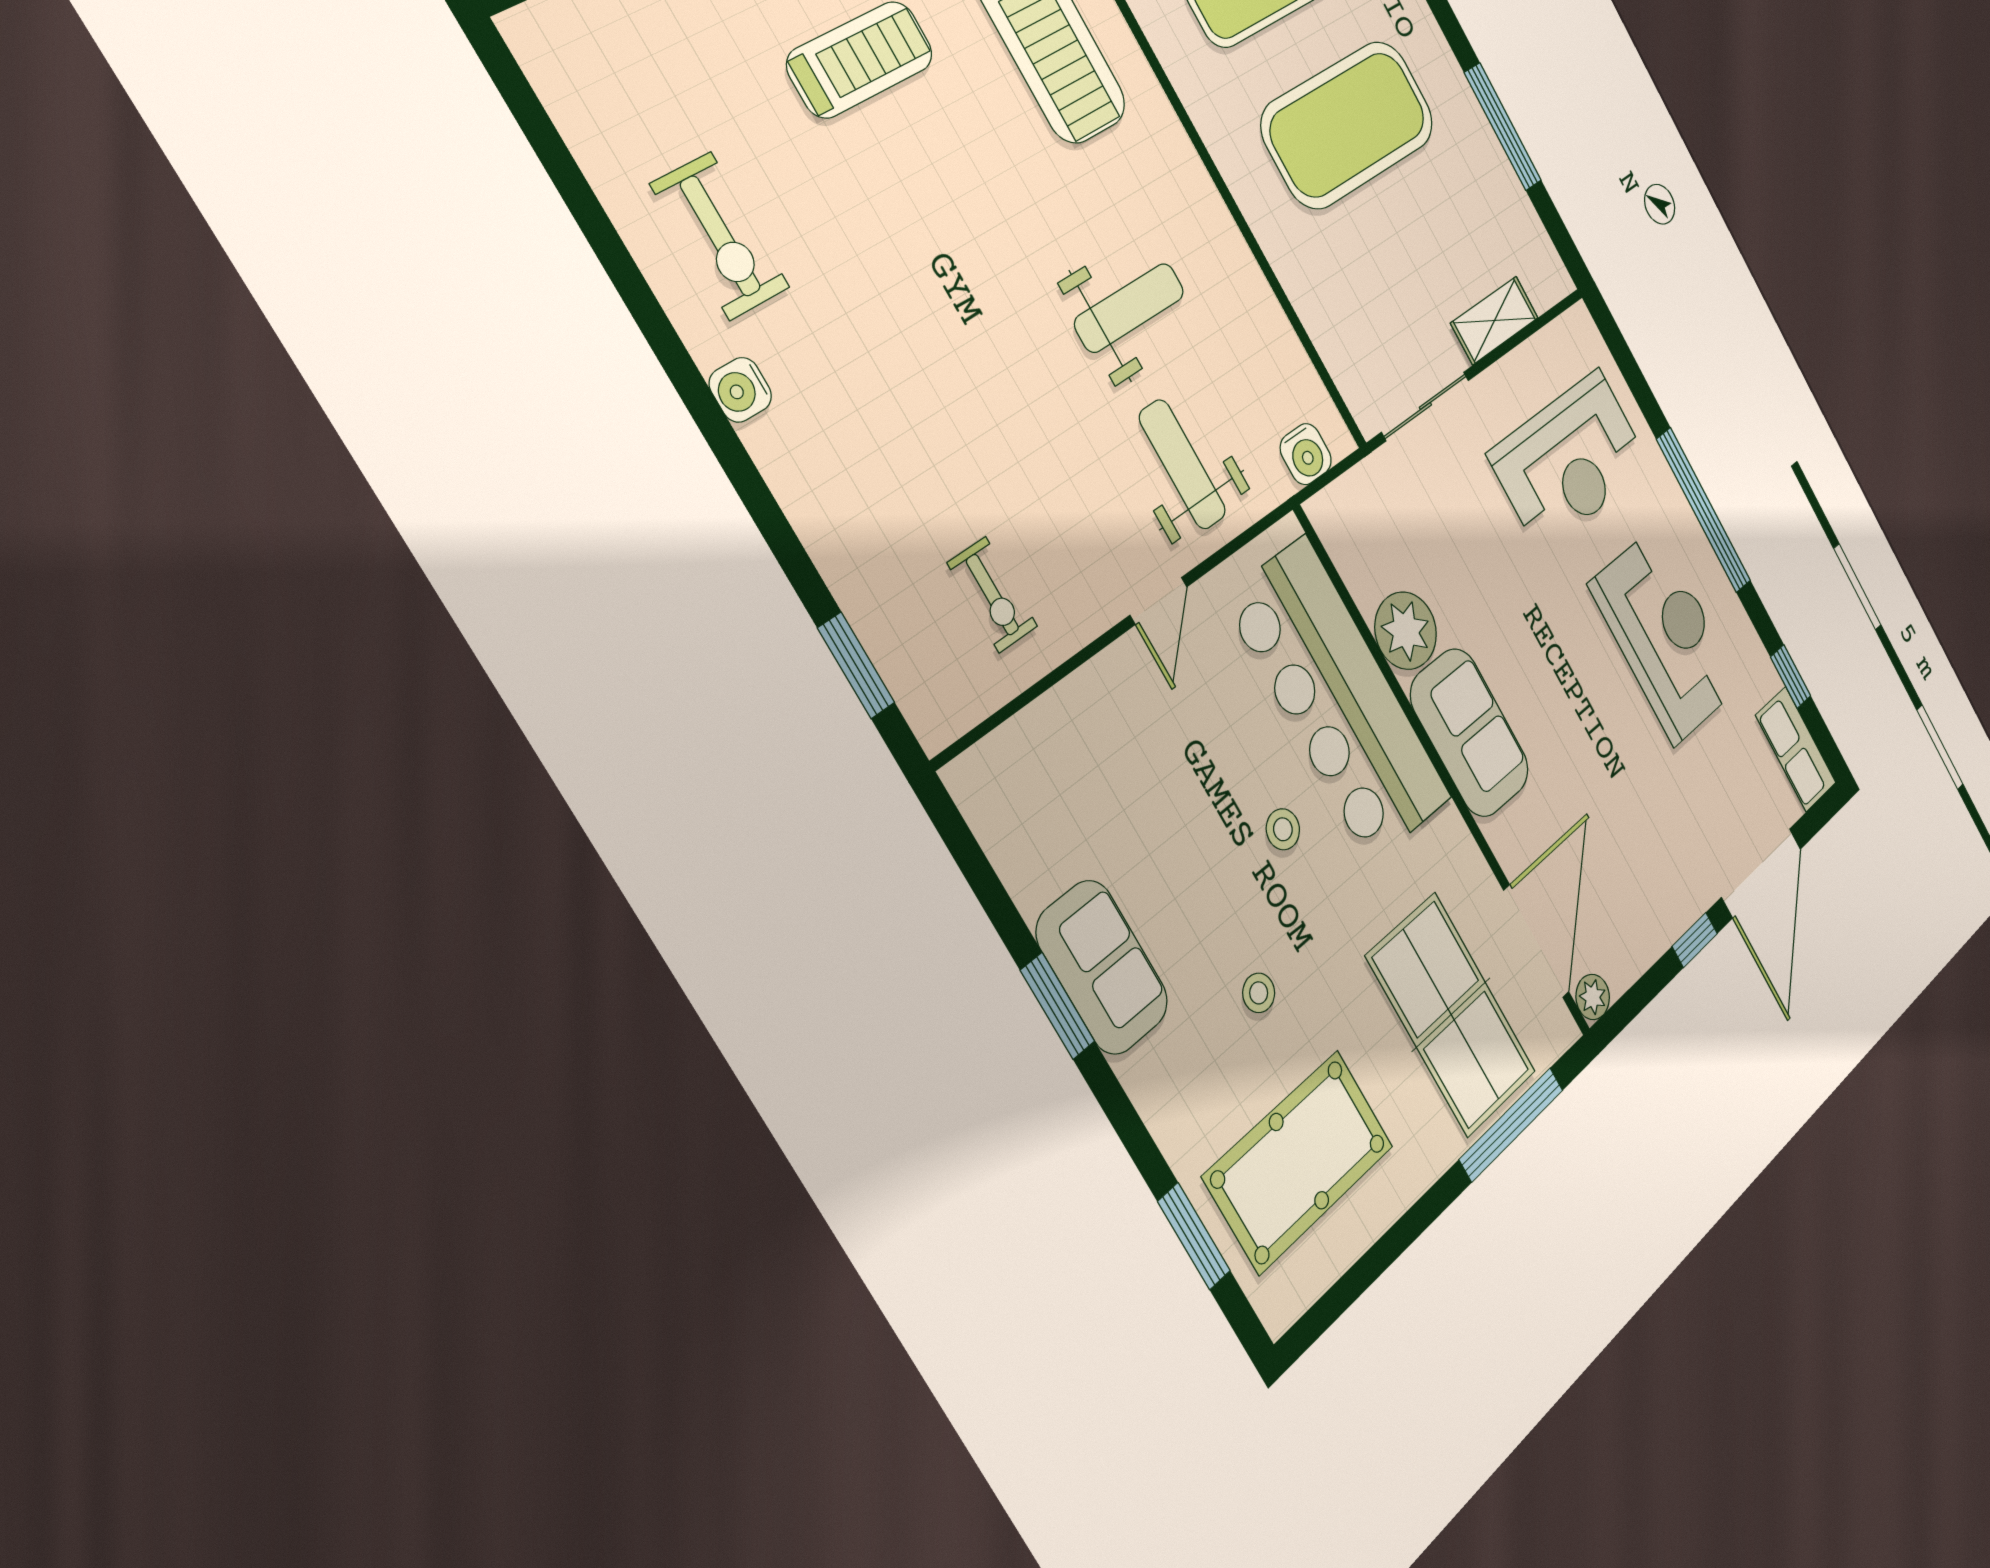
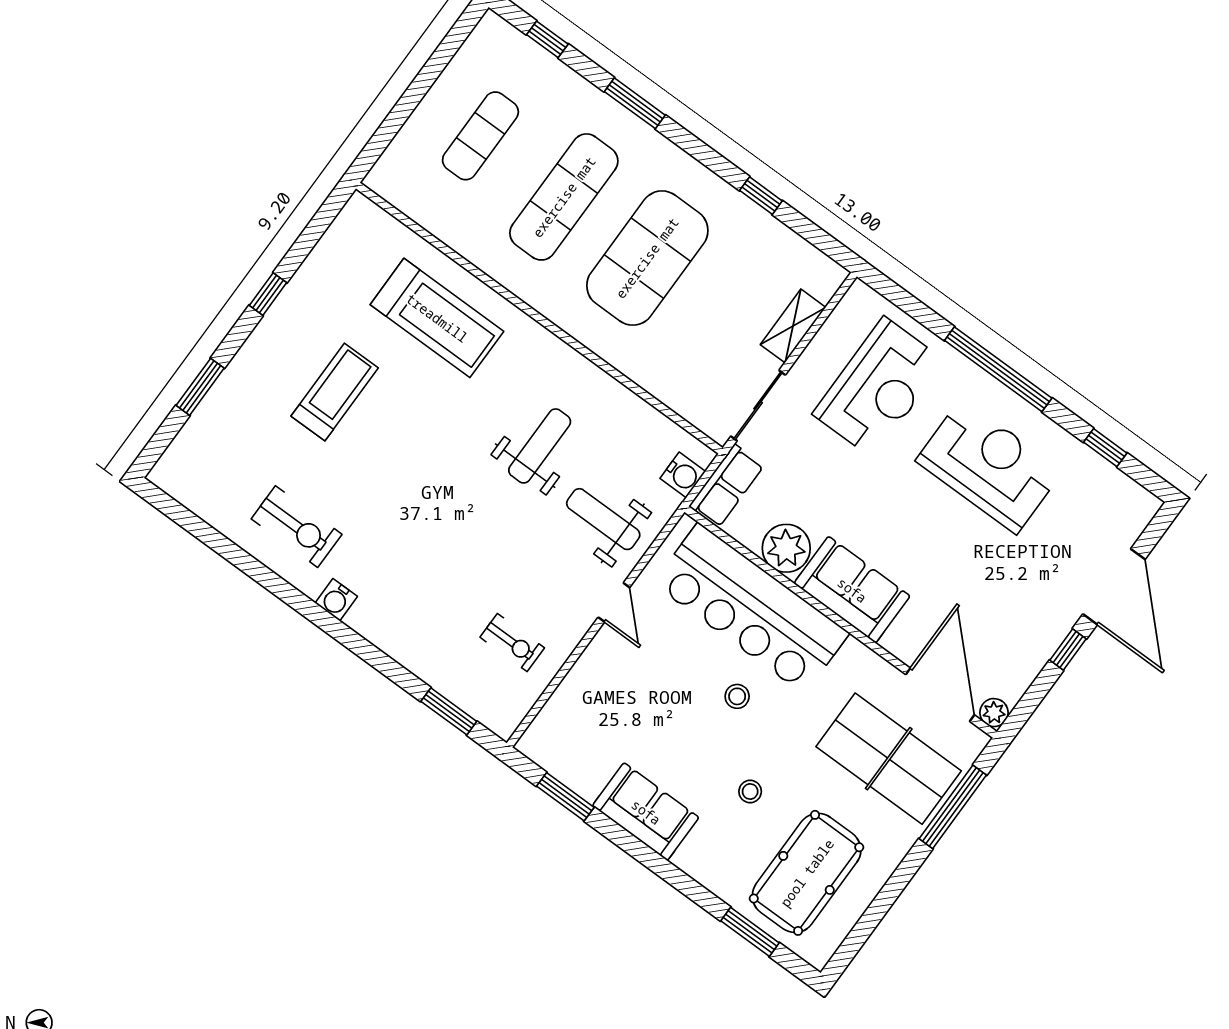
window: (1503, 127) -> (761, 196), width x0.46
row of seats: (1796, 749) -> (726, 486), moved, turned -90
window: (1058, 1006) -> (565, 797), moved

